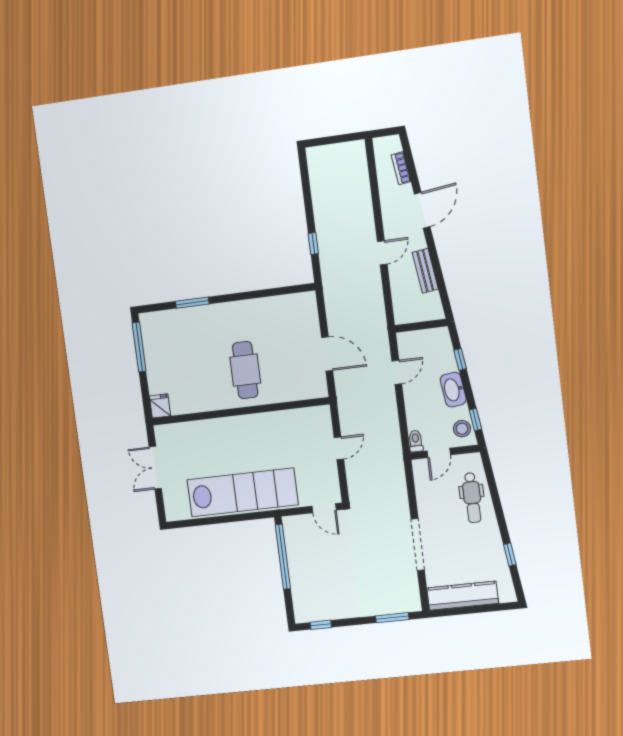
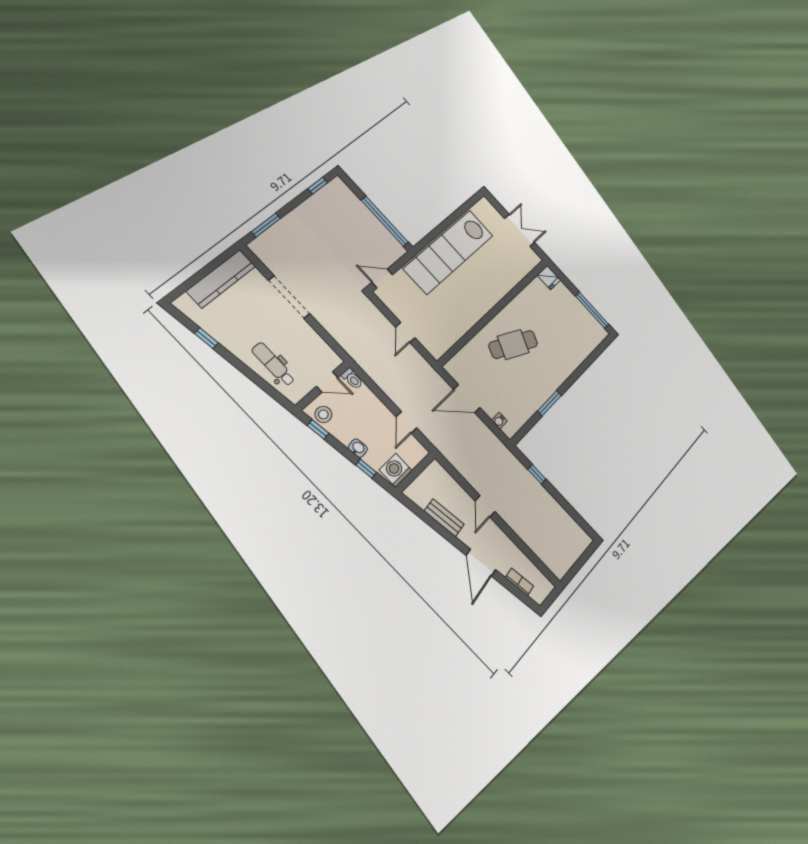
window: (192, 303) -> (549, 403), moved
water cooler: (312, 314) -> (499, 421), added
washing machine: (436, 340) -> (396, 470), added
cafe table: (245, 370) -> (513, 344), turned -65
washbasin: (453, 390) -> (358, 448), width x0.52, depth x0.69
door: (439, 453) -> (327, 382), swing flipped

